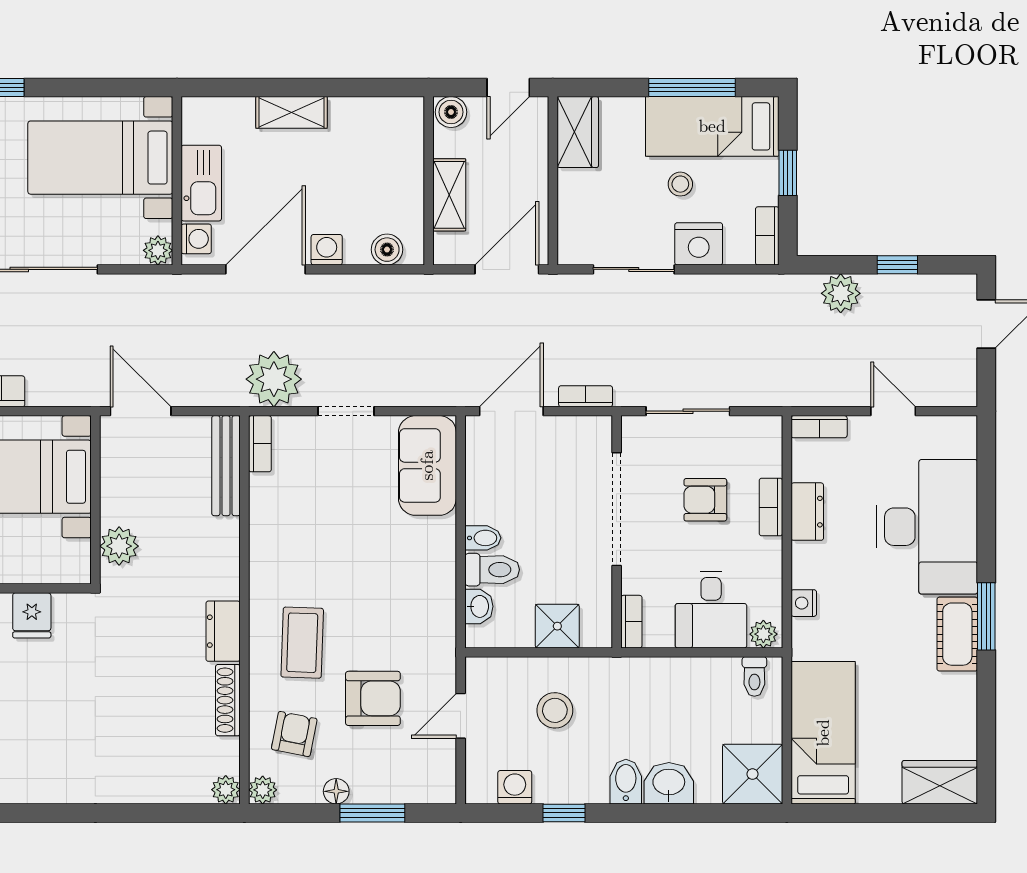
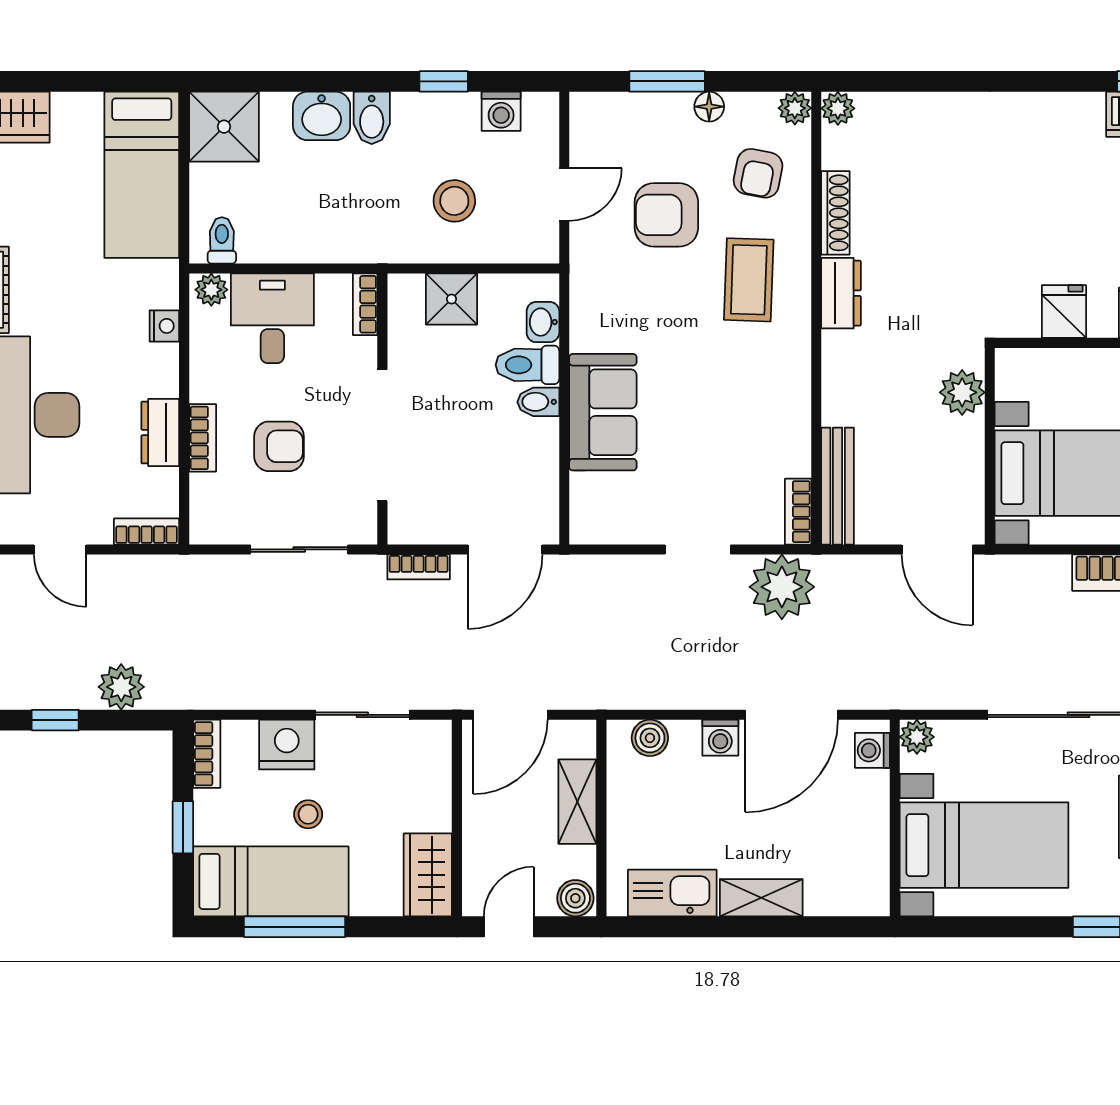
kitchen sink: (201, 183) -> (672, 893), moved, turned 90
sofa: (427, 465) -> (603, 412), moved

